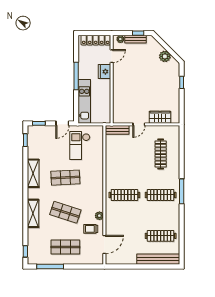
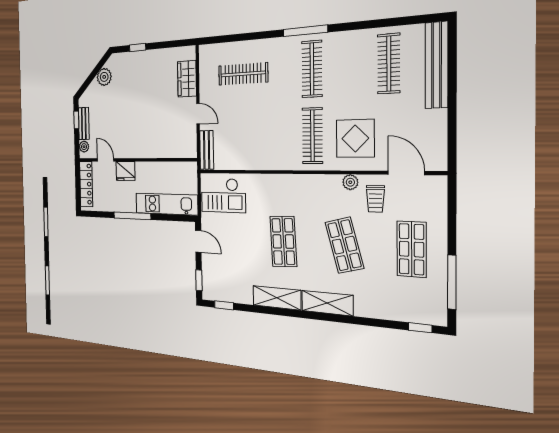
checkout: (80, 145) -> (223, 195), moved
shop shelf: (65, 212) -> (344, 245), turned -33
shelving: (33, 213) -> (327, 303), moved
display table: (123, 218) -> (355, 138), added

